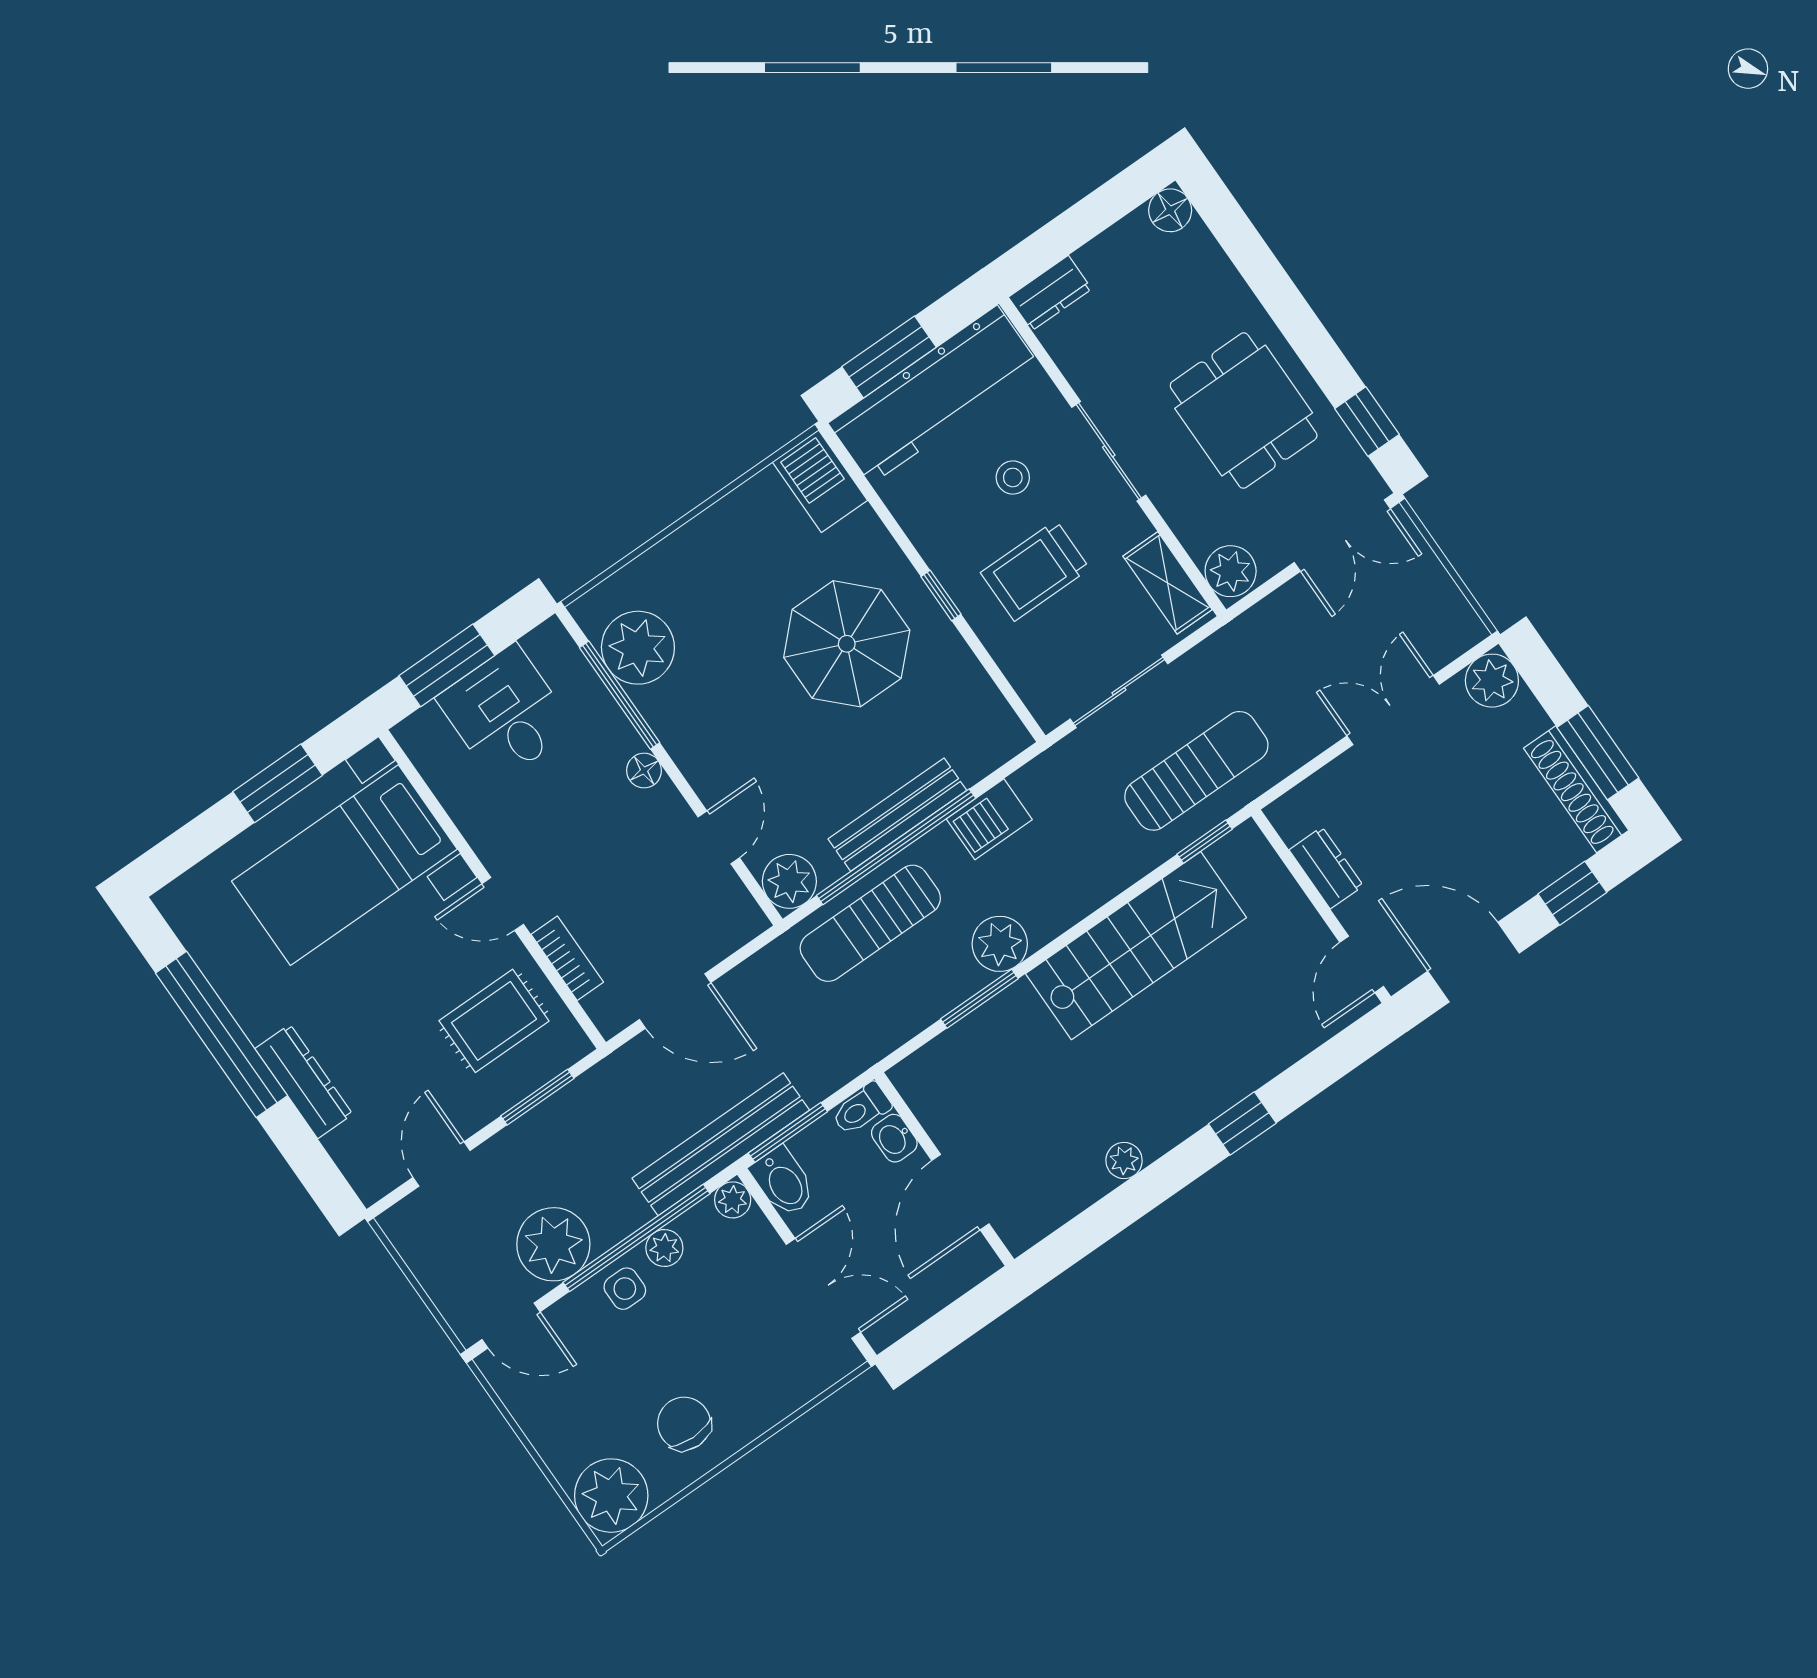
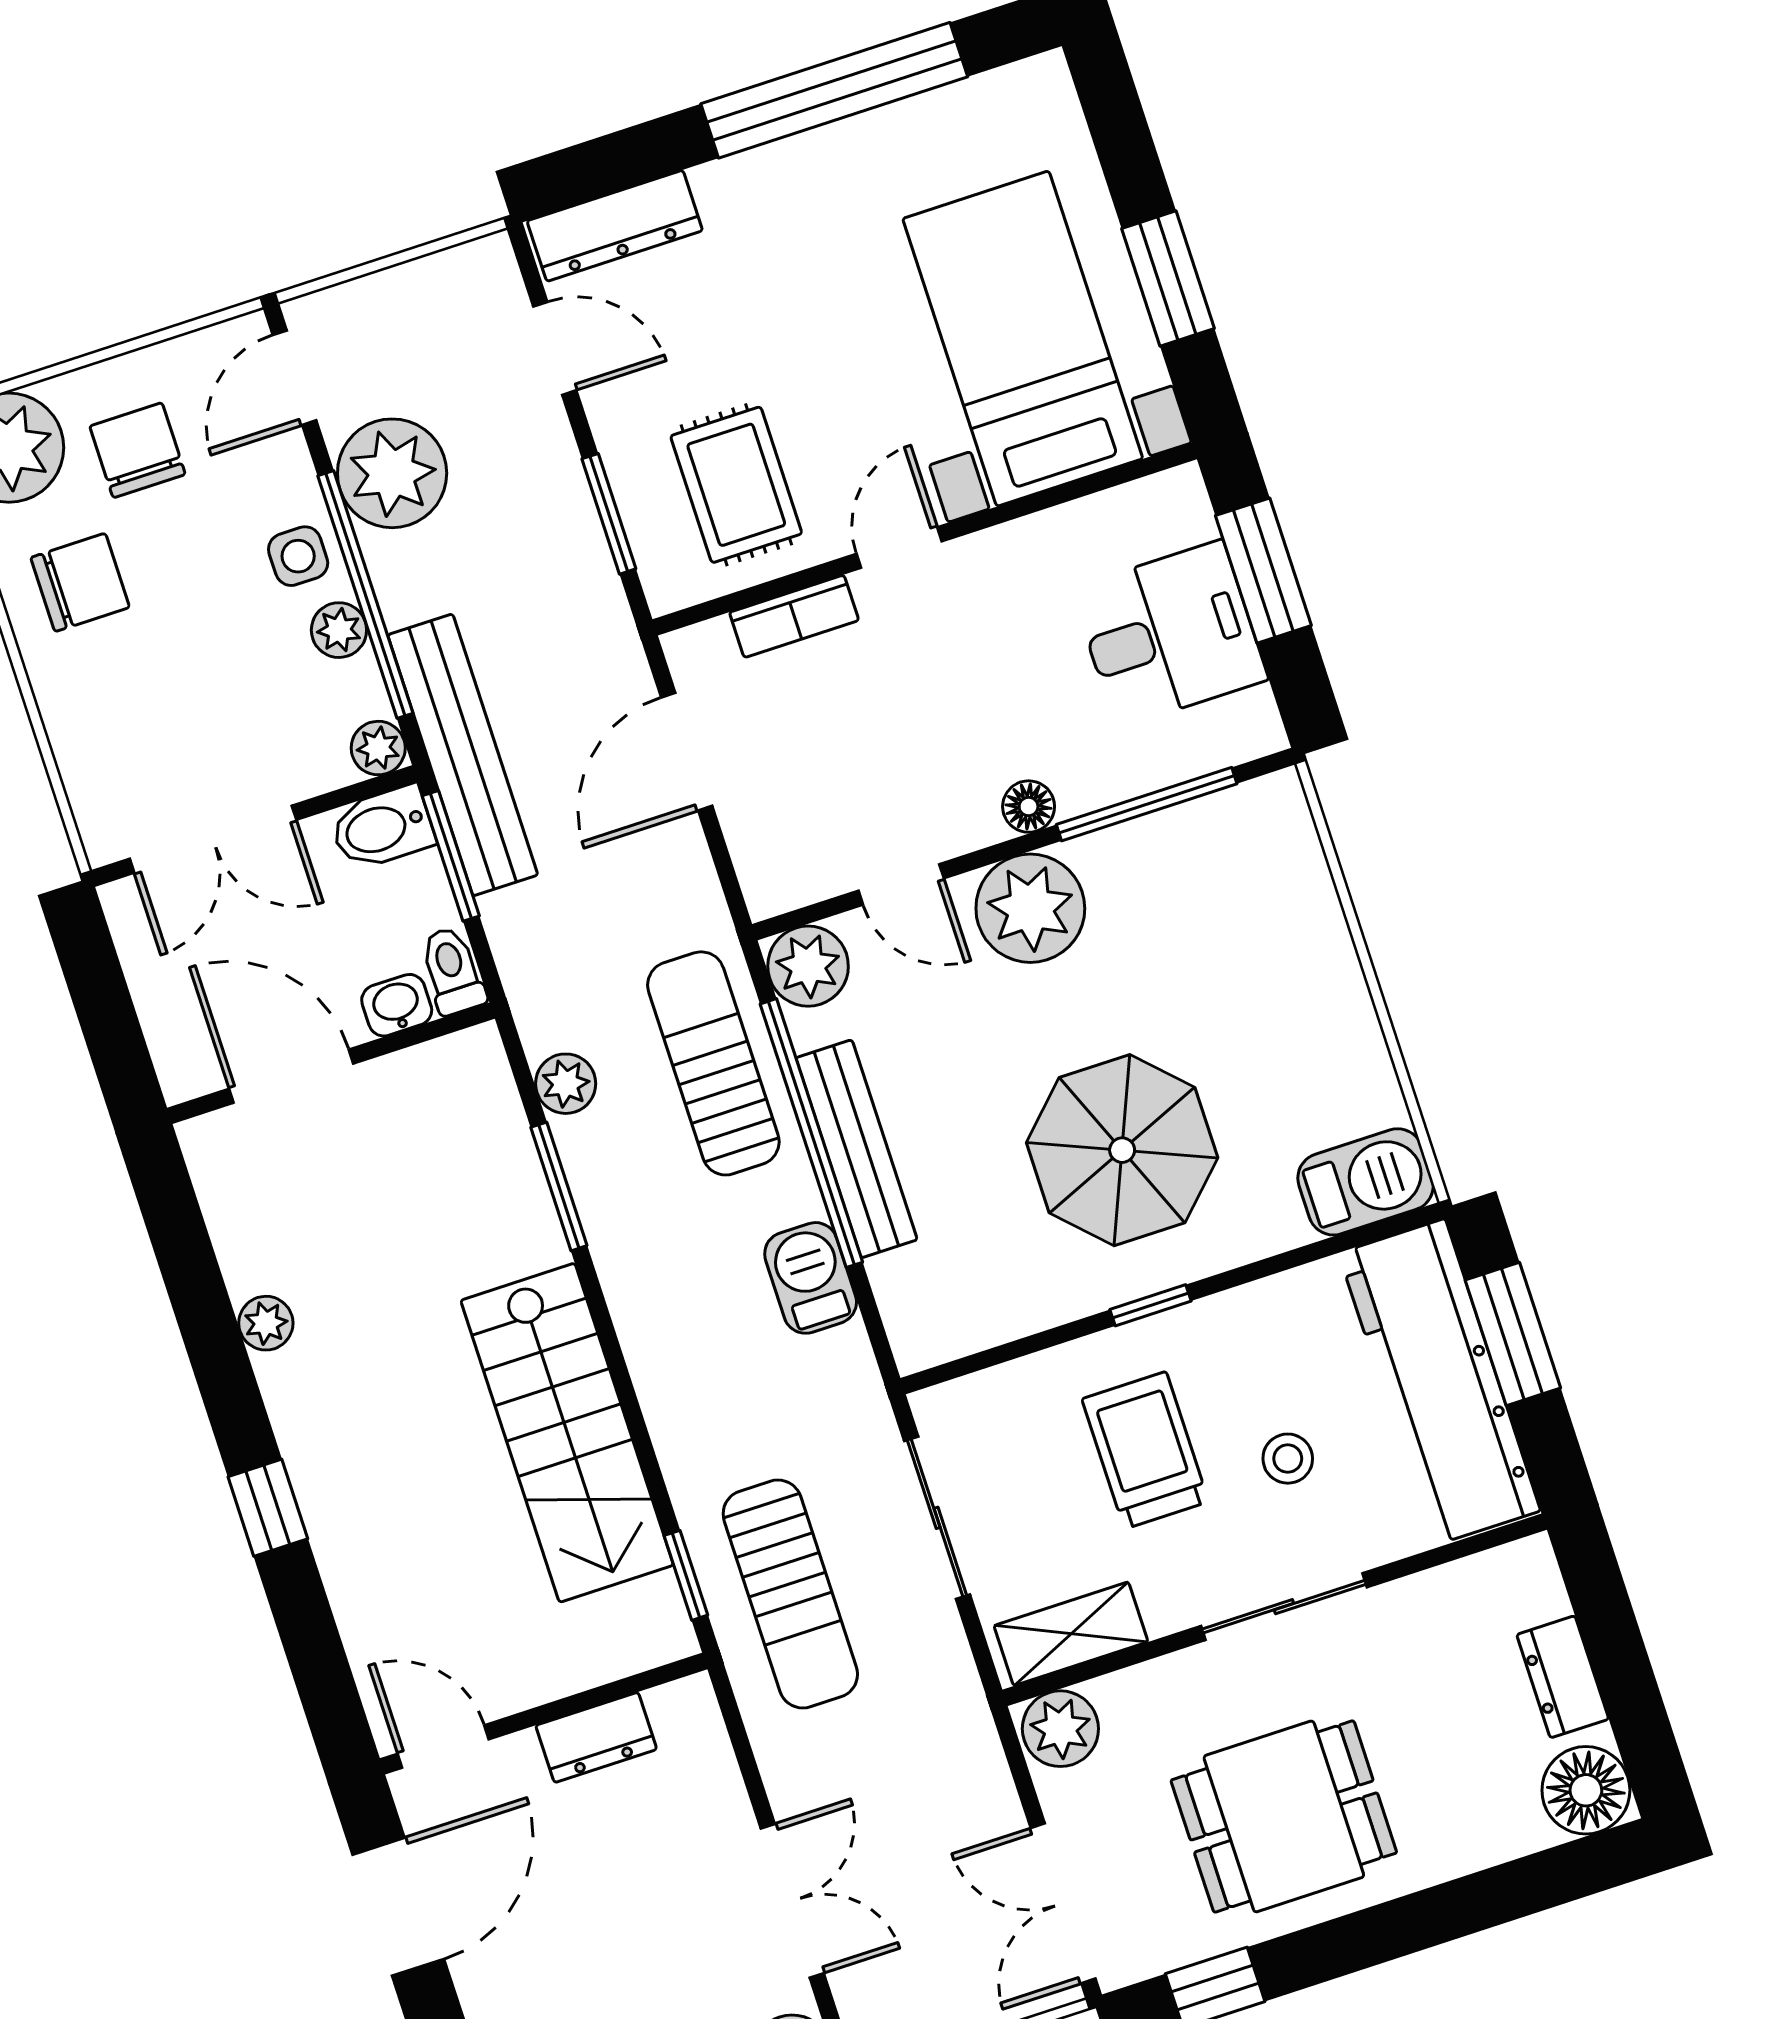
floor lamp: (1170, 210) -> (1586, 1790), width x1.38, depth x1.38
dresser: (1050, 293) -> (1563, 1677), moved
plant: (638, 648) -> (1030, 908), moved
plant: (1000, 944) -> (566, 1084), moved, width x0.73, depth x0.73
dresser: (304, 1081) -> (615, 226), moved
chair: (588, 1412) -> (138, 450), added

